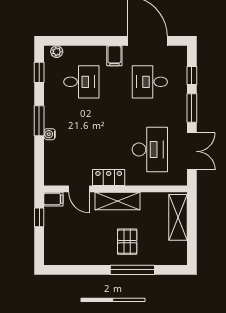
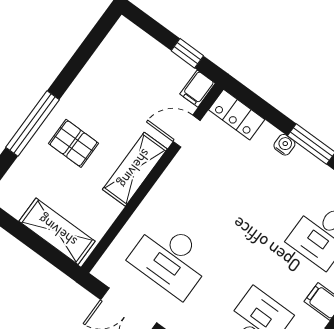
locker: (109, 178) -> (237, 115), moved, turned 90

